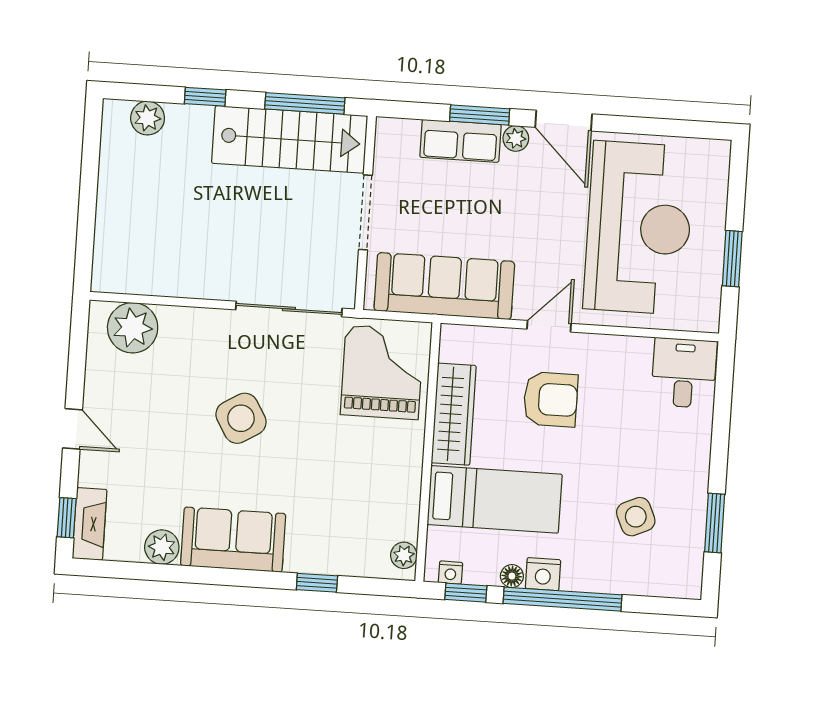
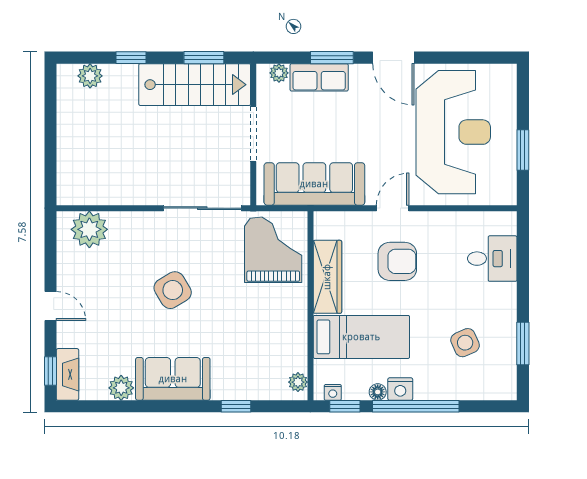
window: (305, 103) -> (204, 58), width x0.69
plant: (516, 138) -> (279, 73), moved
desk: (684, 373) -> (492, 259), moved, turned 90

